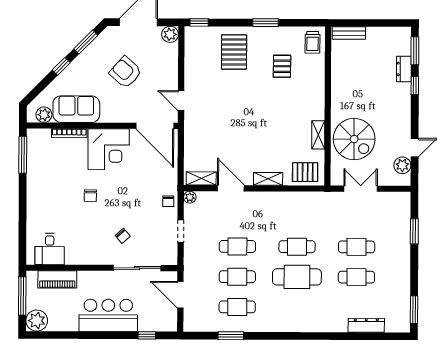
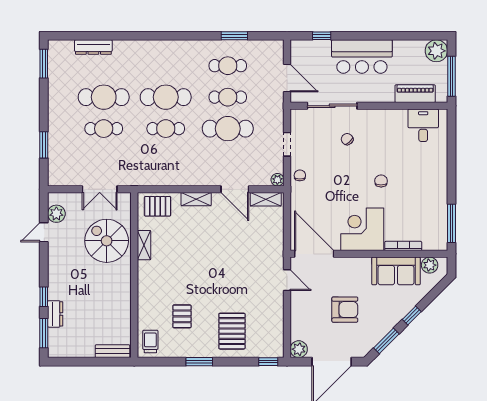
armchair: (126, 72) -> (345, 310), turned -42
cafe table: (237, 246) -> (228, 129), width x1.37, depth x1.35
cafe table: (356, 277) -> (104, 97), width x1.37, depth x1.35

